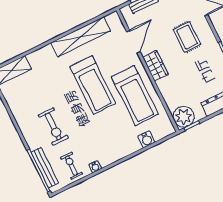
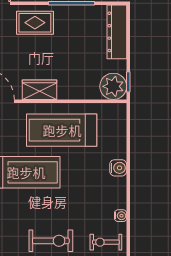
rug: (187, 37) -> (35, 23), moved
treadmill: (135, 96) -> (62, 130), turned 180
water cooler: (146, 139) -> (118, 168), moved

